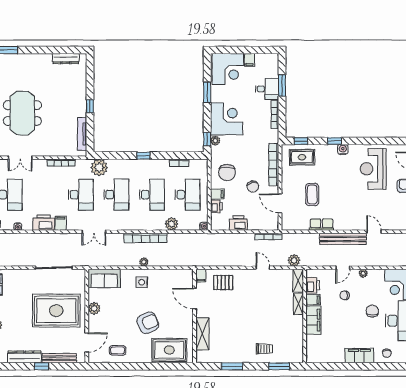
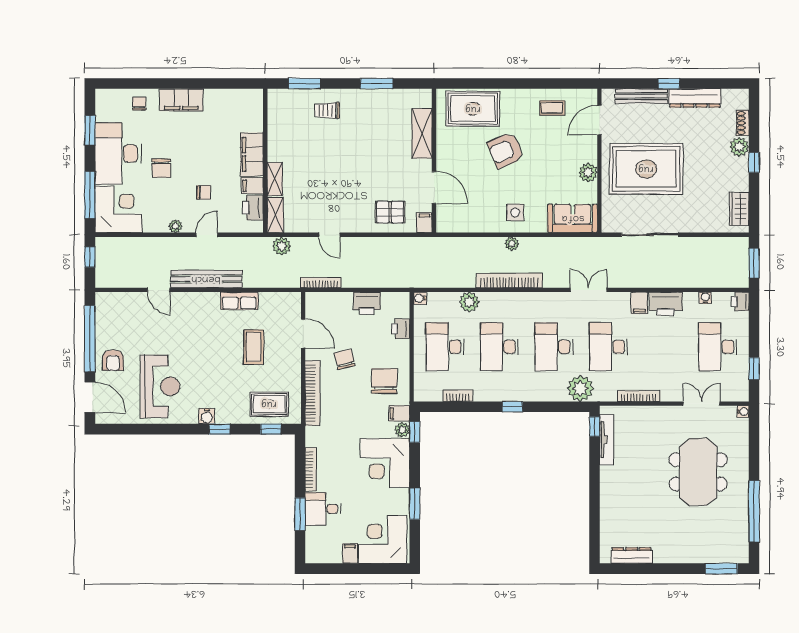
window: (90, 106) -> (595, 427), moved
filing cabinet: (217, 194) -> (399, 413), moved

